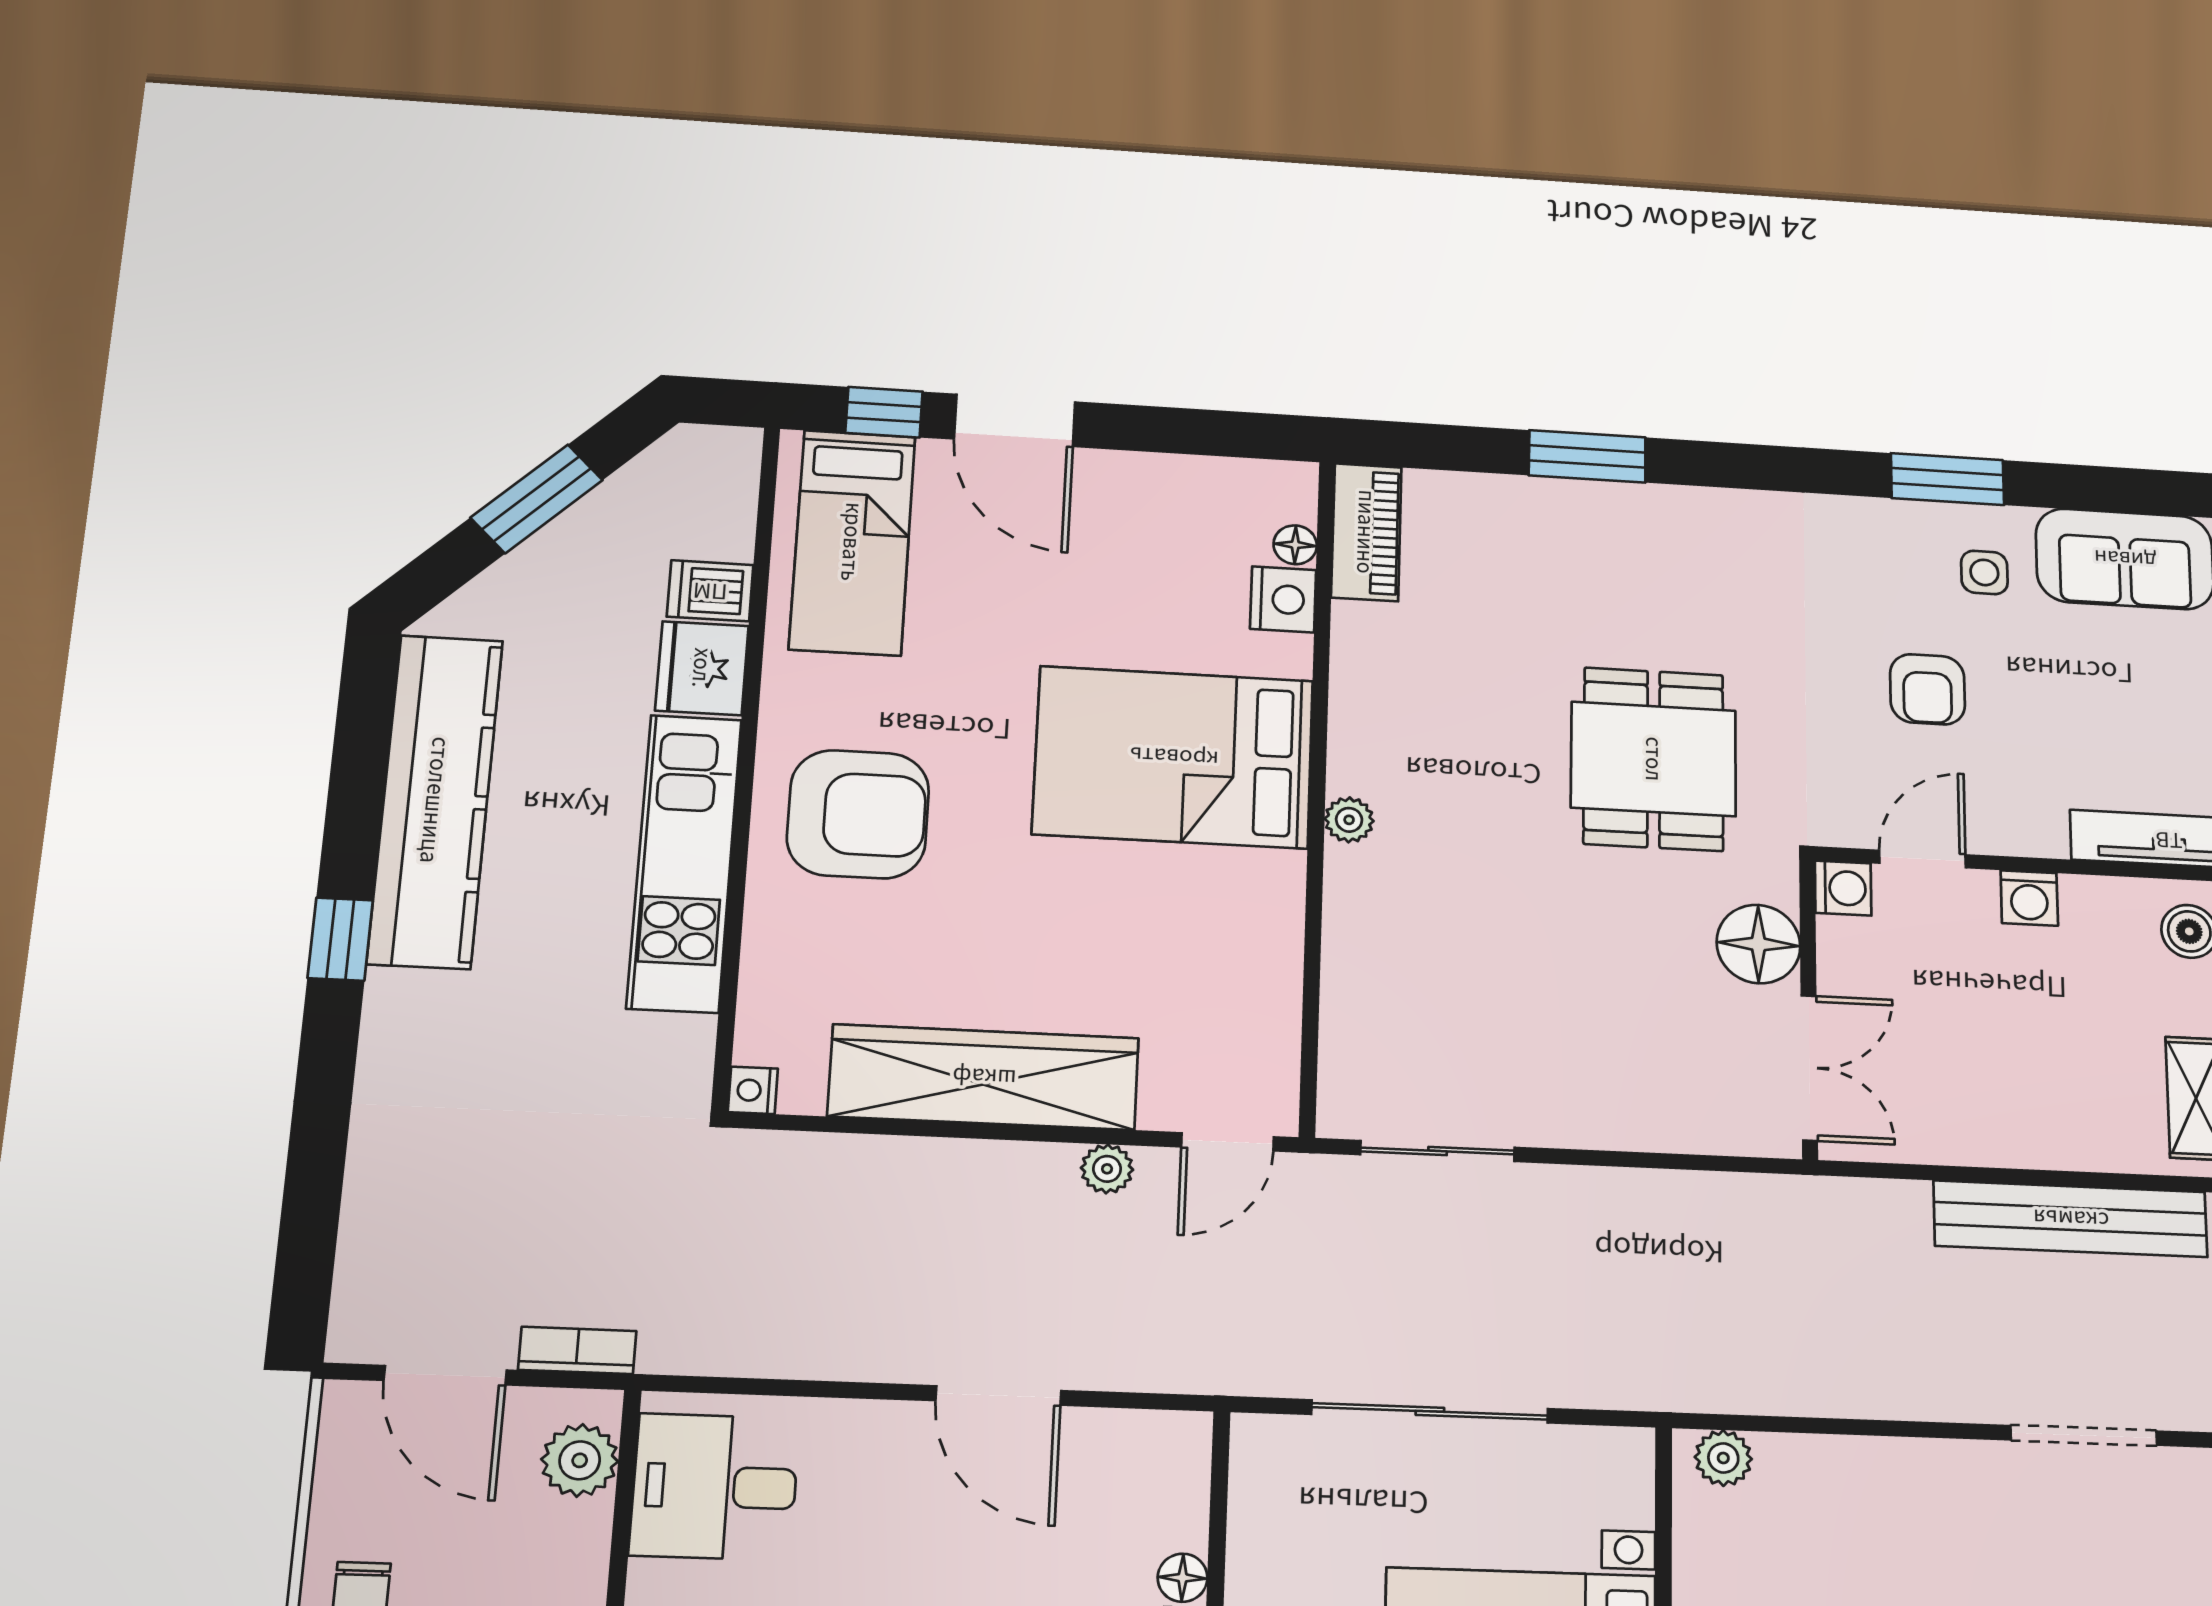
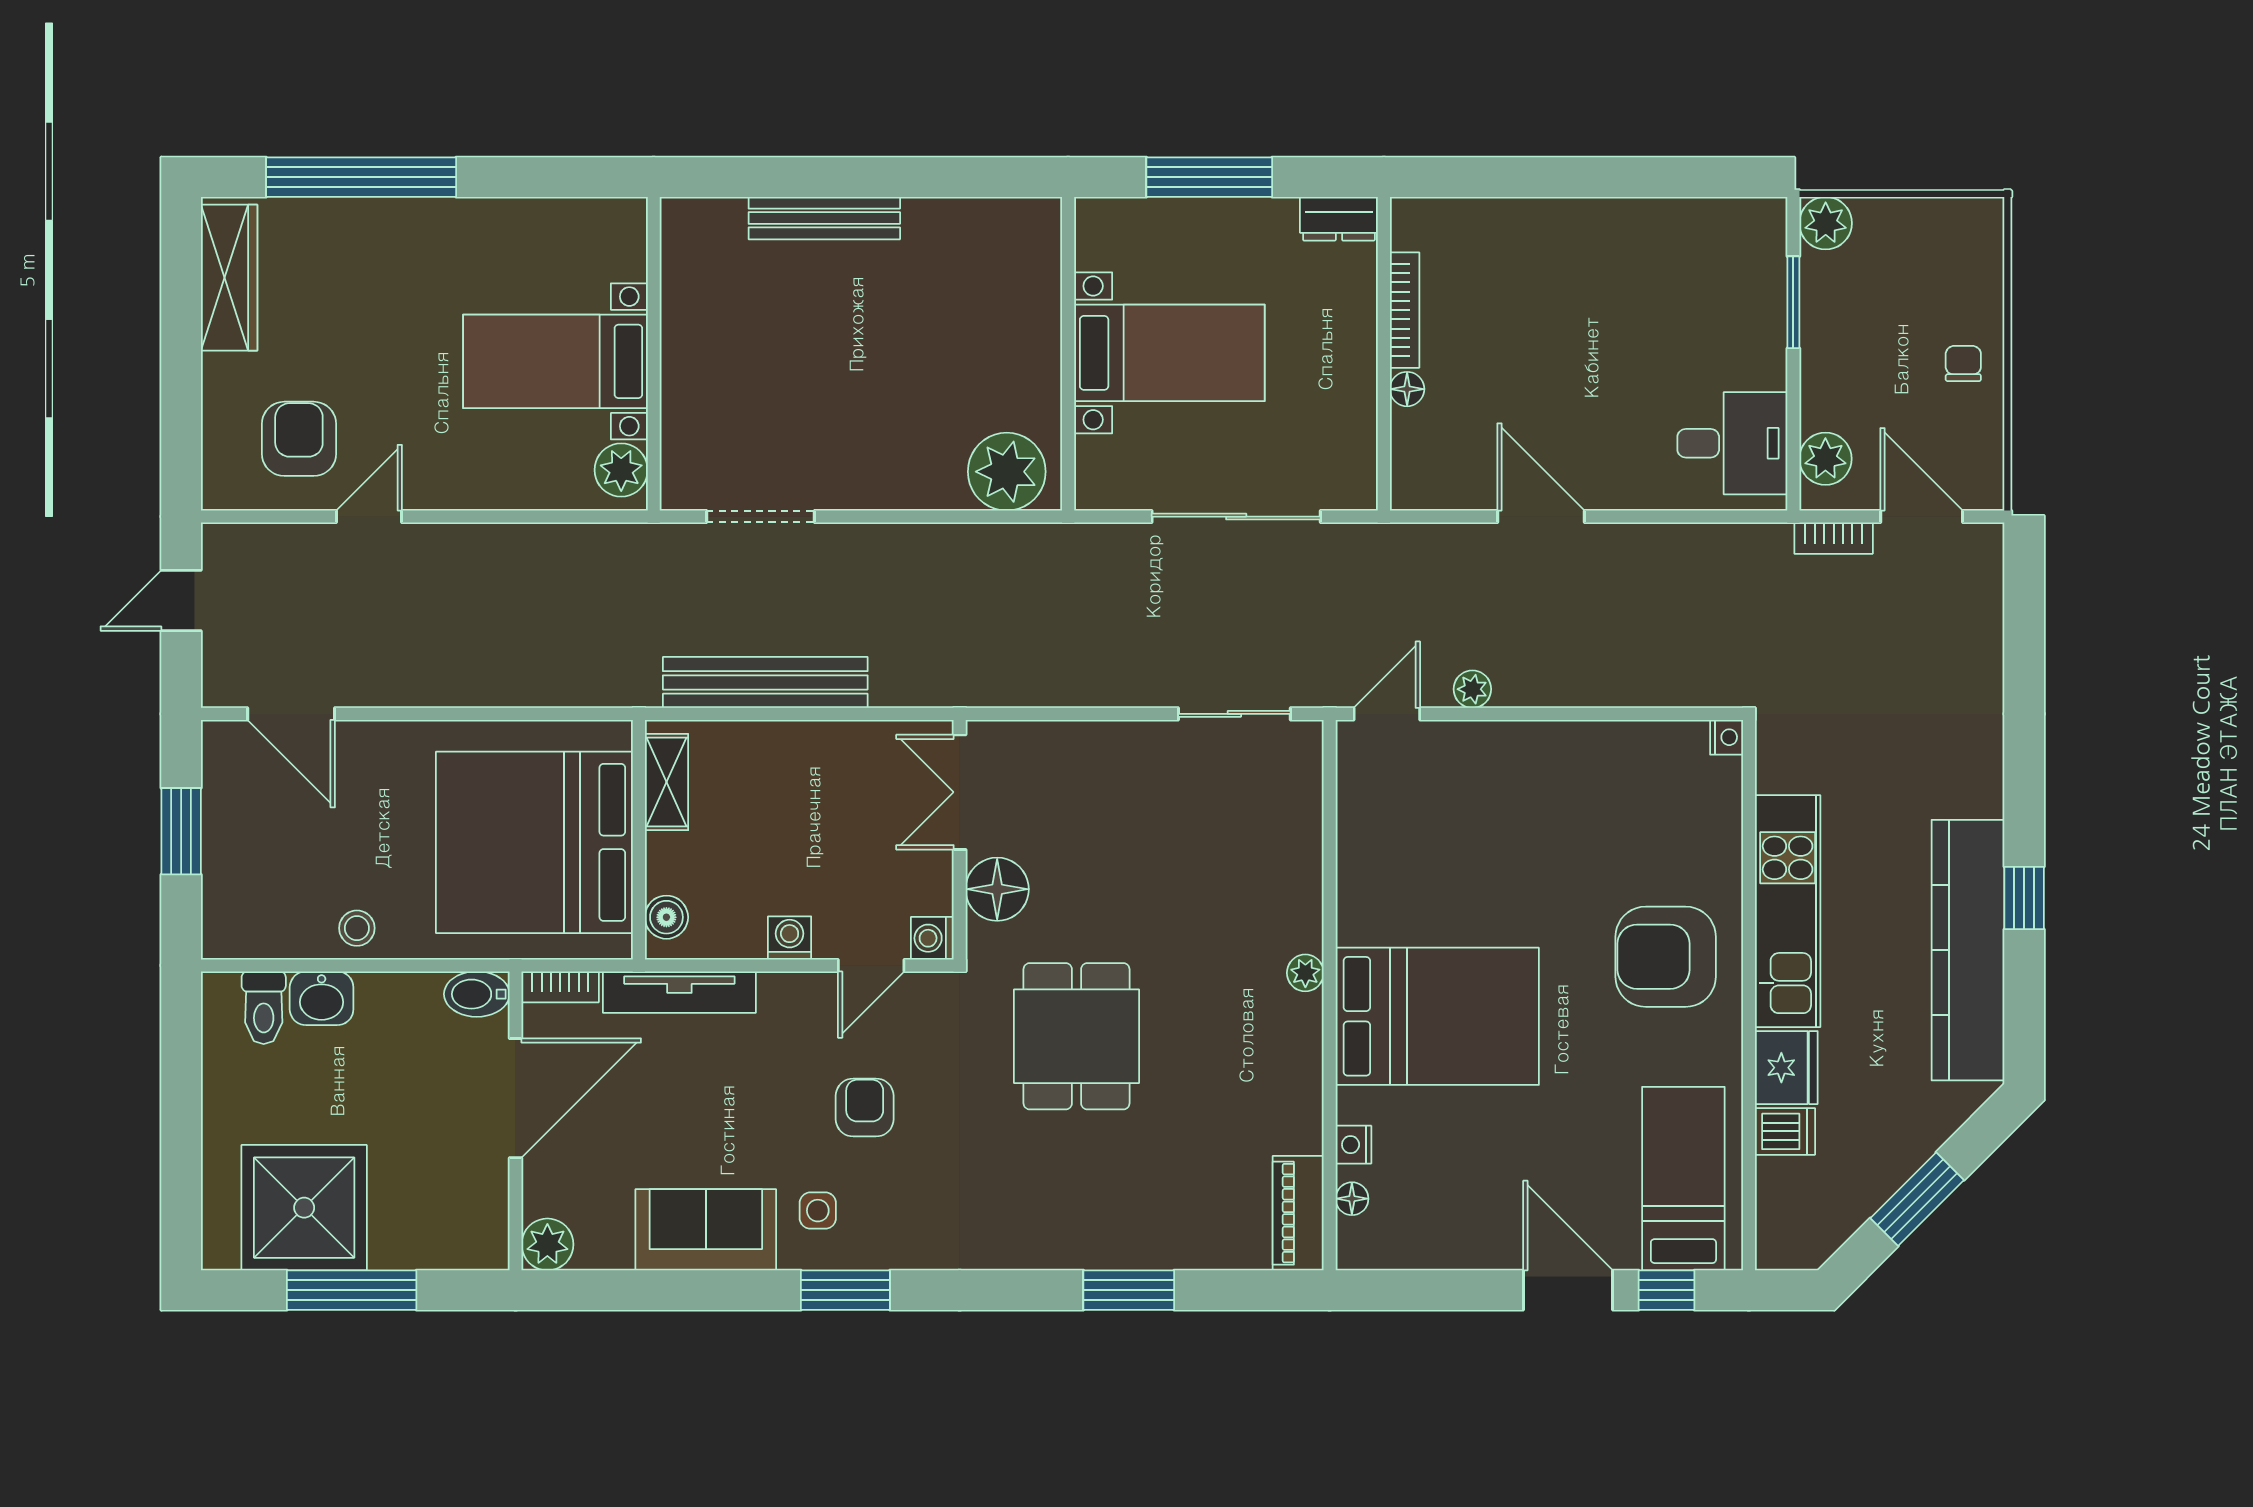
nightstand: (1283, 599) -> (1353, 1145), width x0.72, depth x0.74
window: (340, 939) -> (2024, 898), moved
wardrobe: (984, 1077) -> (1564, 755), removed
plant: (1723, 1458) -> (1007, 472), width x1.88, depth x1.88

